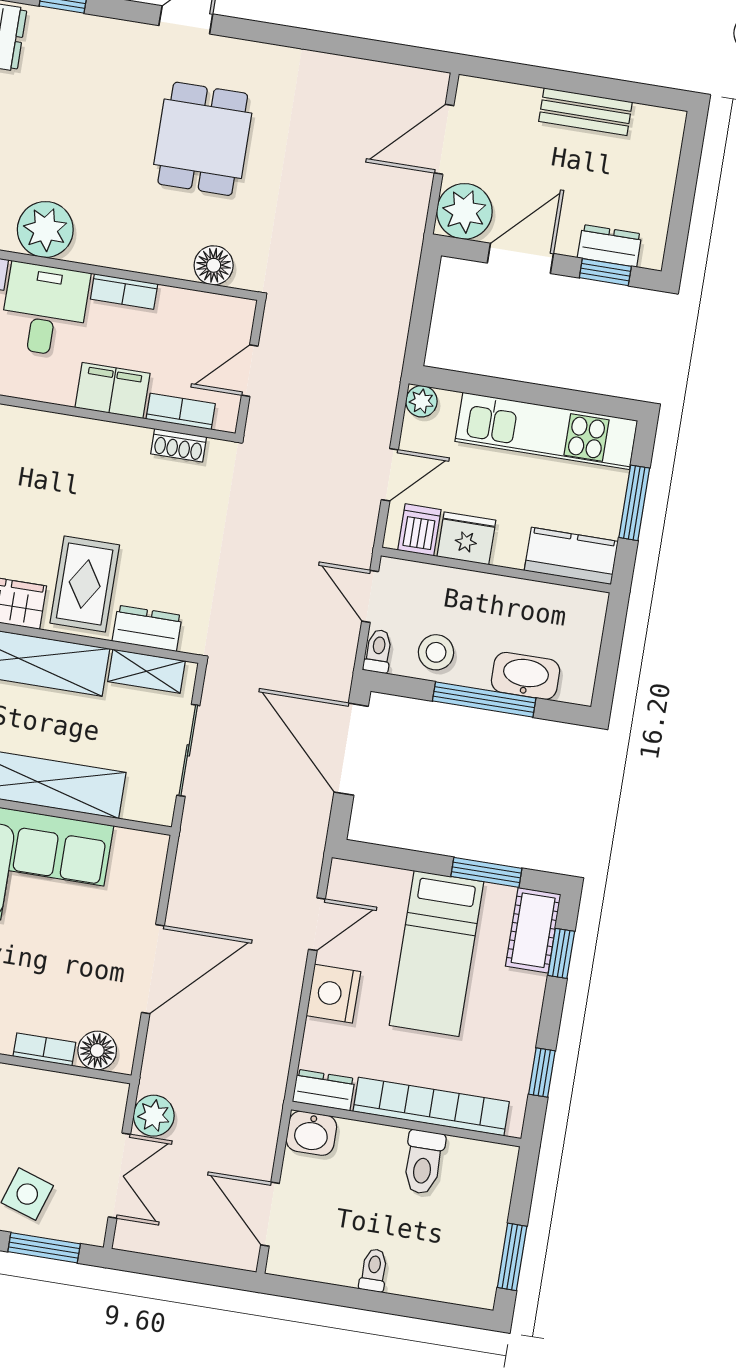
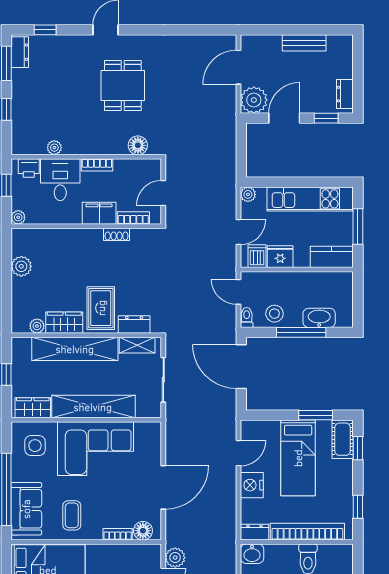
plant: (45, 230) -> (54, 148), width x0.53, depth x0.53
dresser: (610, 246) -> (345, 94), moved, turned -90
shoe rack: (179, 445) -> (117, 234), moved

